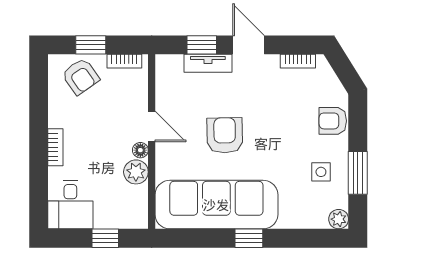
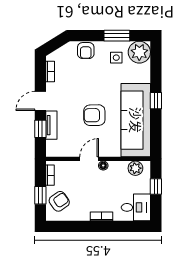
plant: (136, 172) -> (135, 168), moved
plant: (339, 219) -> (139, 52), width x1.88, depth x1.88

